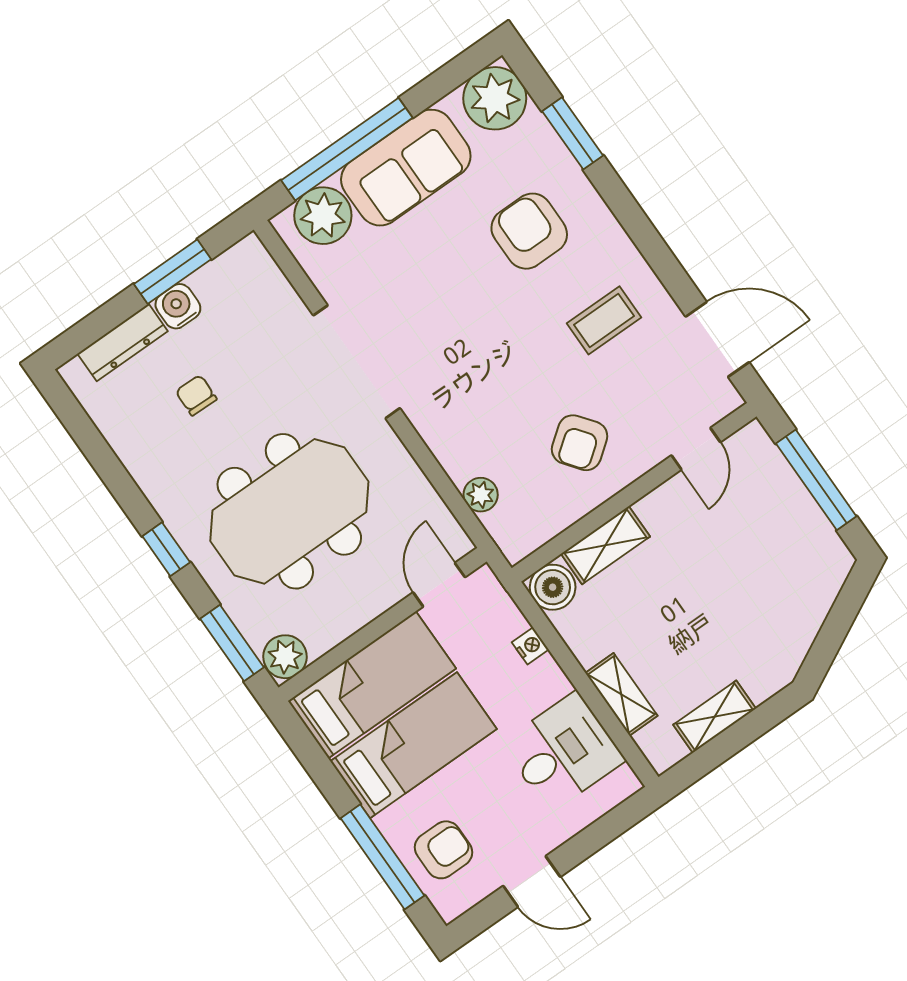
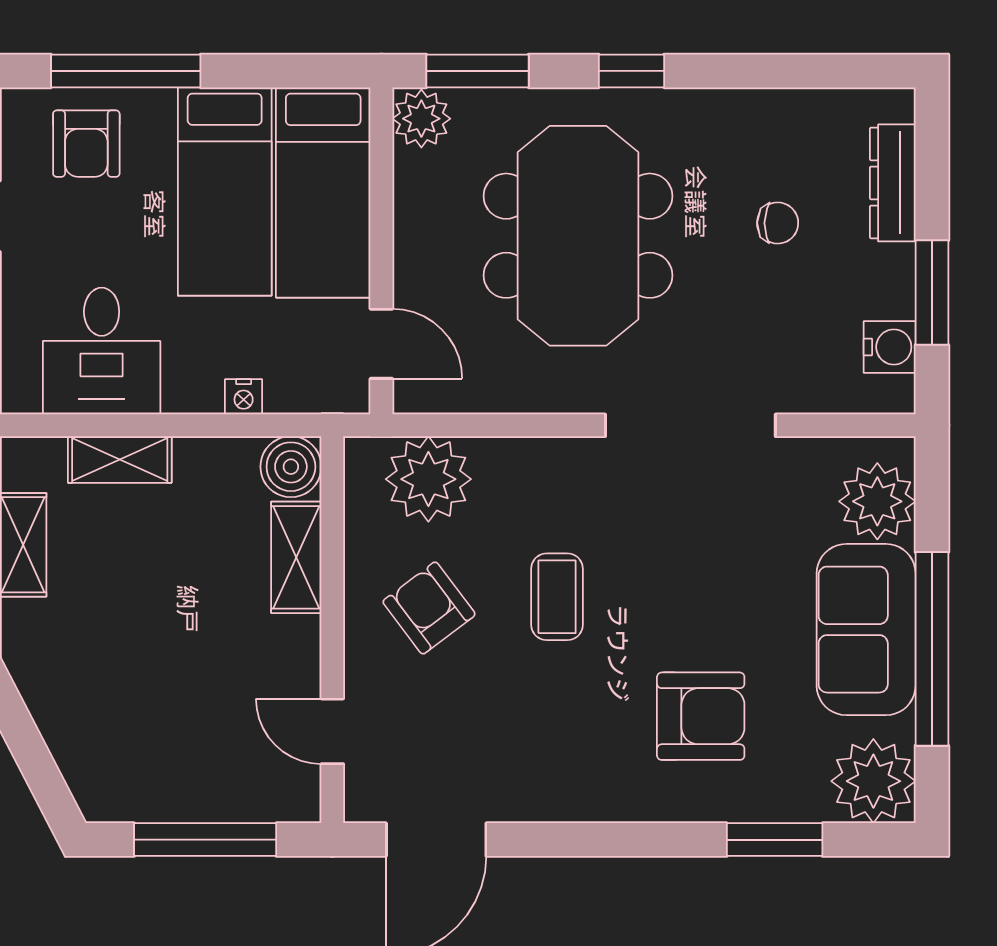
window: (347, 149) -> (932, 649), moved
water cooler: (178, 306) -> (890, 347), moved
coffee table: (604, 320) -> (557, 597), moved
plant: (481, 495) -> (428, 479), width x1.88, depth x1.88

